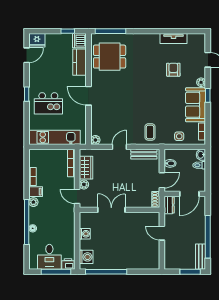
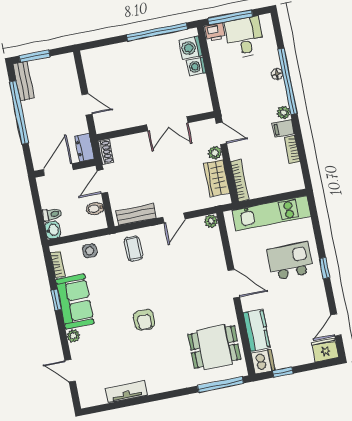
armchair: (173, 70) -> (144, 320), moved
window: (208, 95) -> (56, 300), moved
washing machine: (85, 234) -> (196, 66), moved

